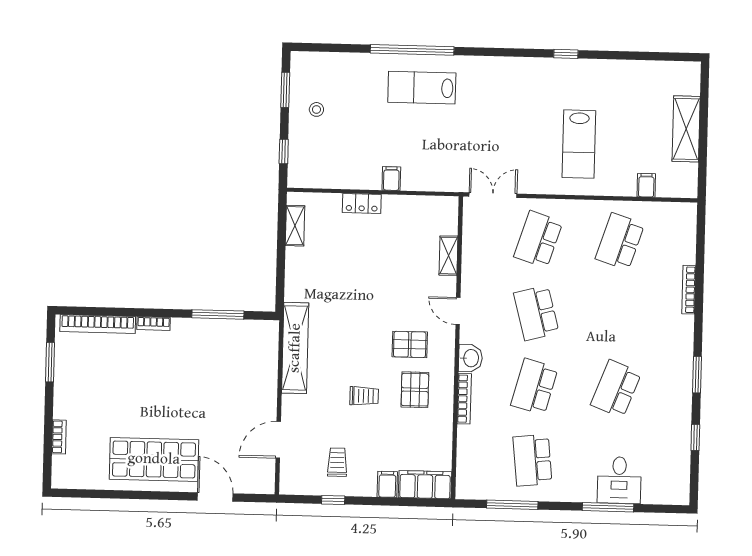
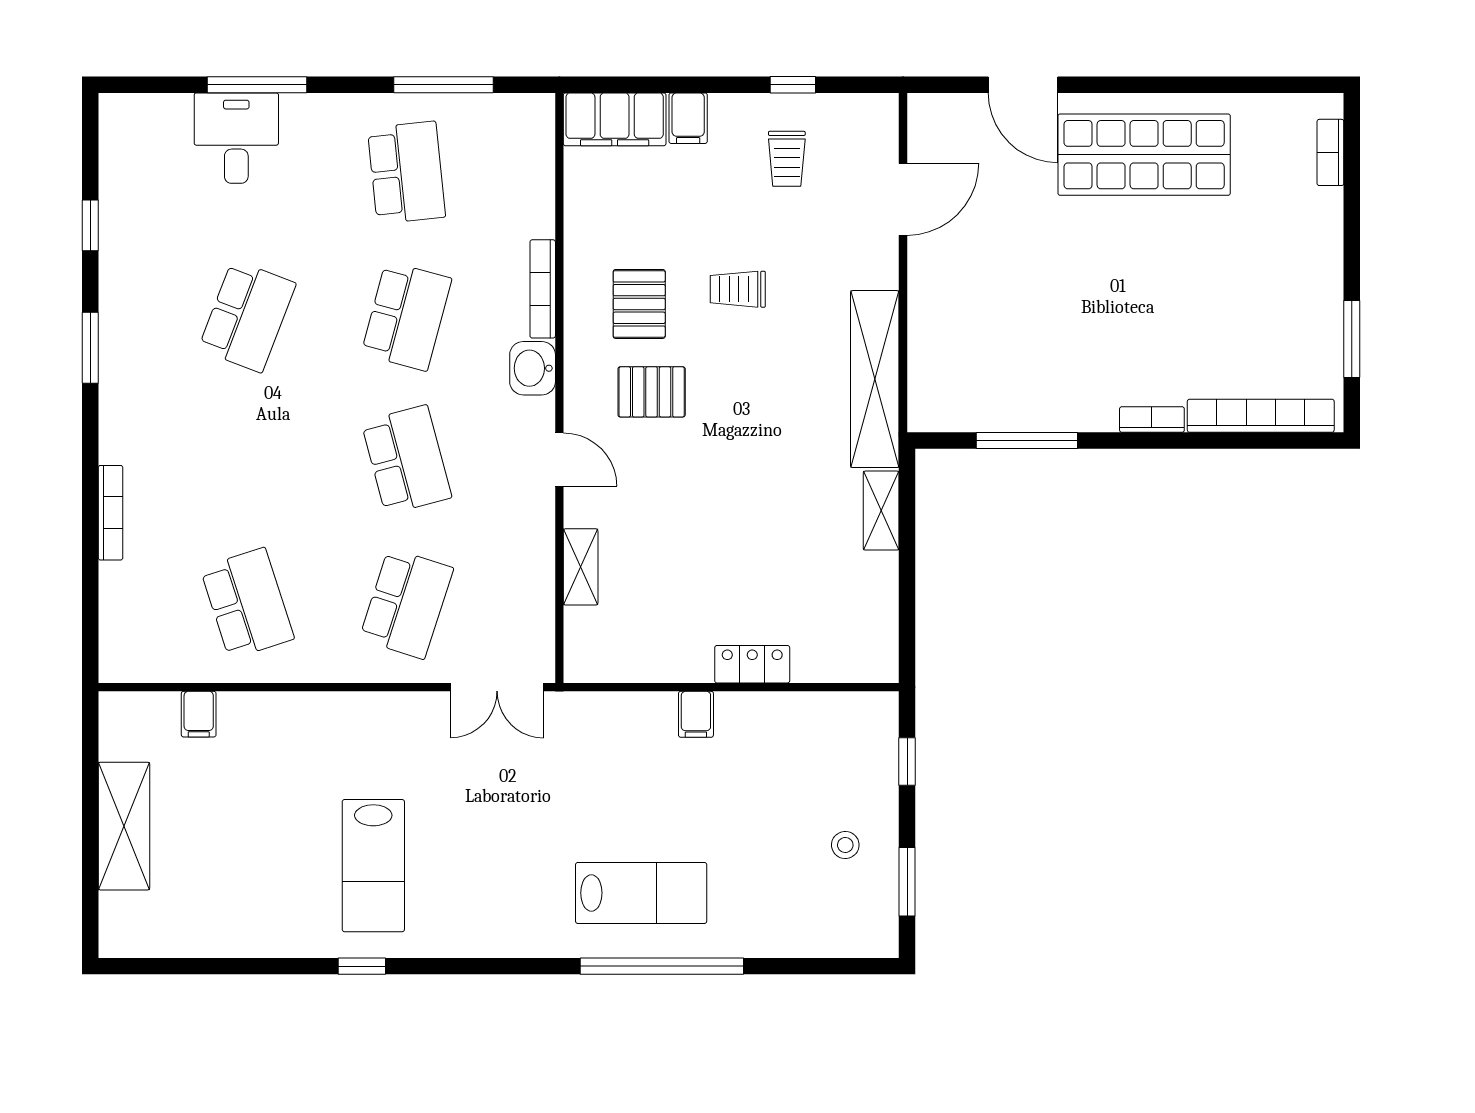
lab bench: (579, 144) -> (373, 866), moved, turned 180
shelving: (295, 226) -> (881, 511), moved
school desk: (620, 241) -> (247, 603), turned -36
bookcase: (59, 437) -> (1330, 152), moved

